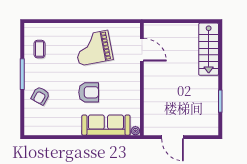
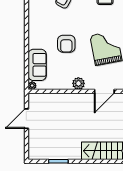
plant: (133, 79) -> (78, 83), added
sofa: (106, 125) -> (37, 65), width x0.73

